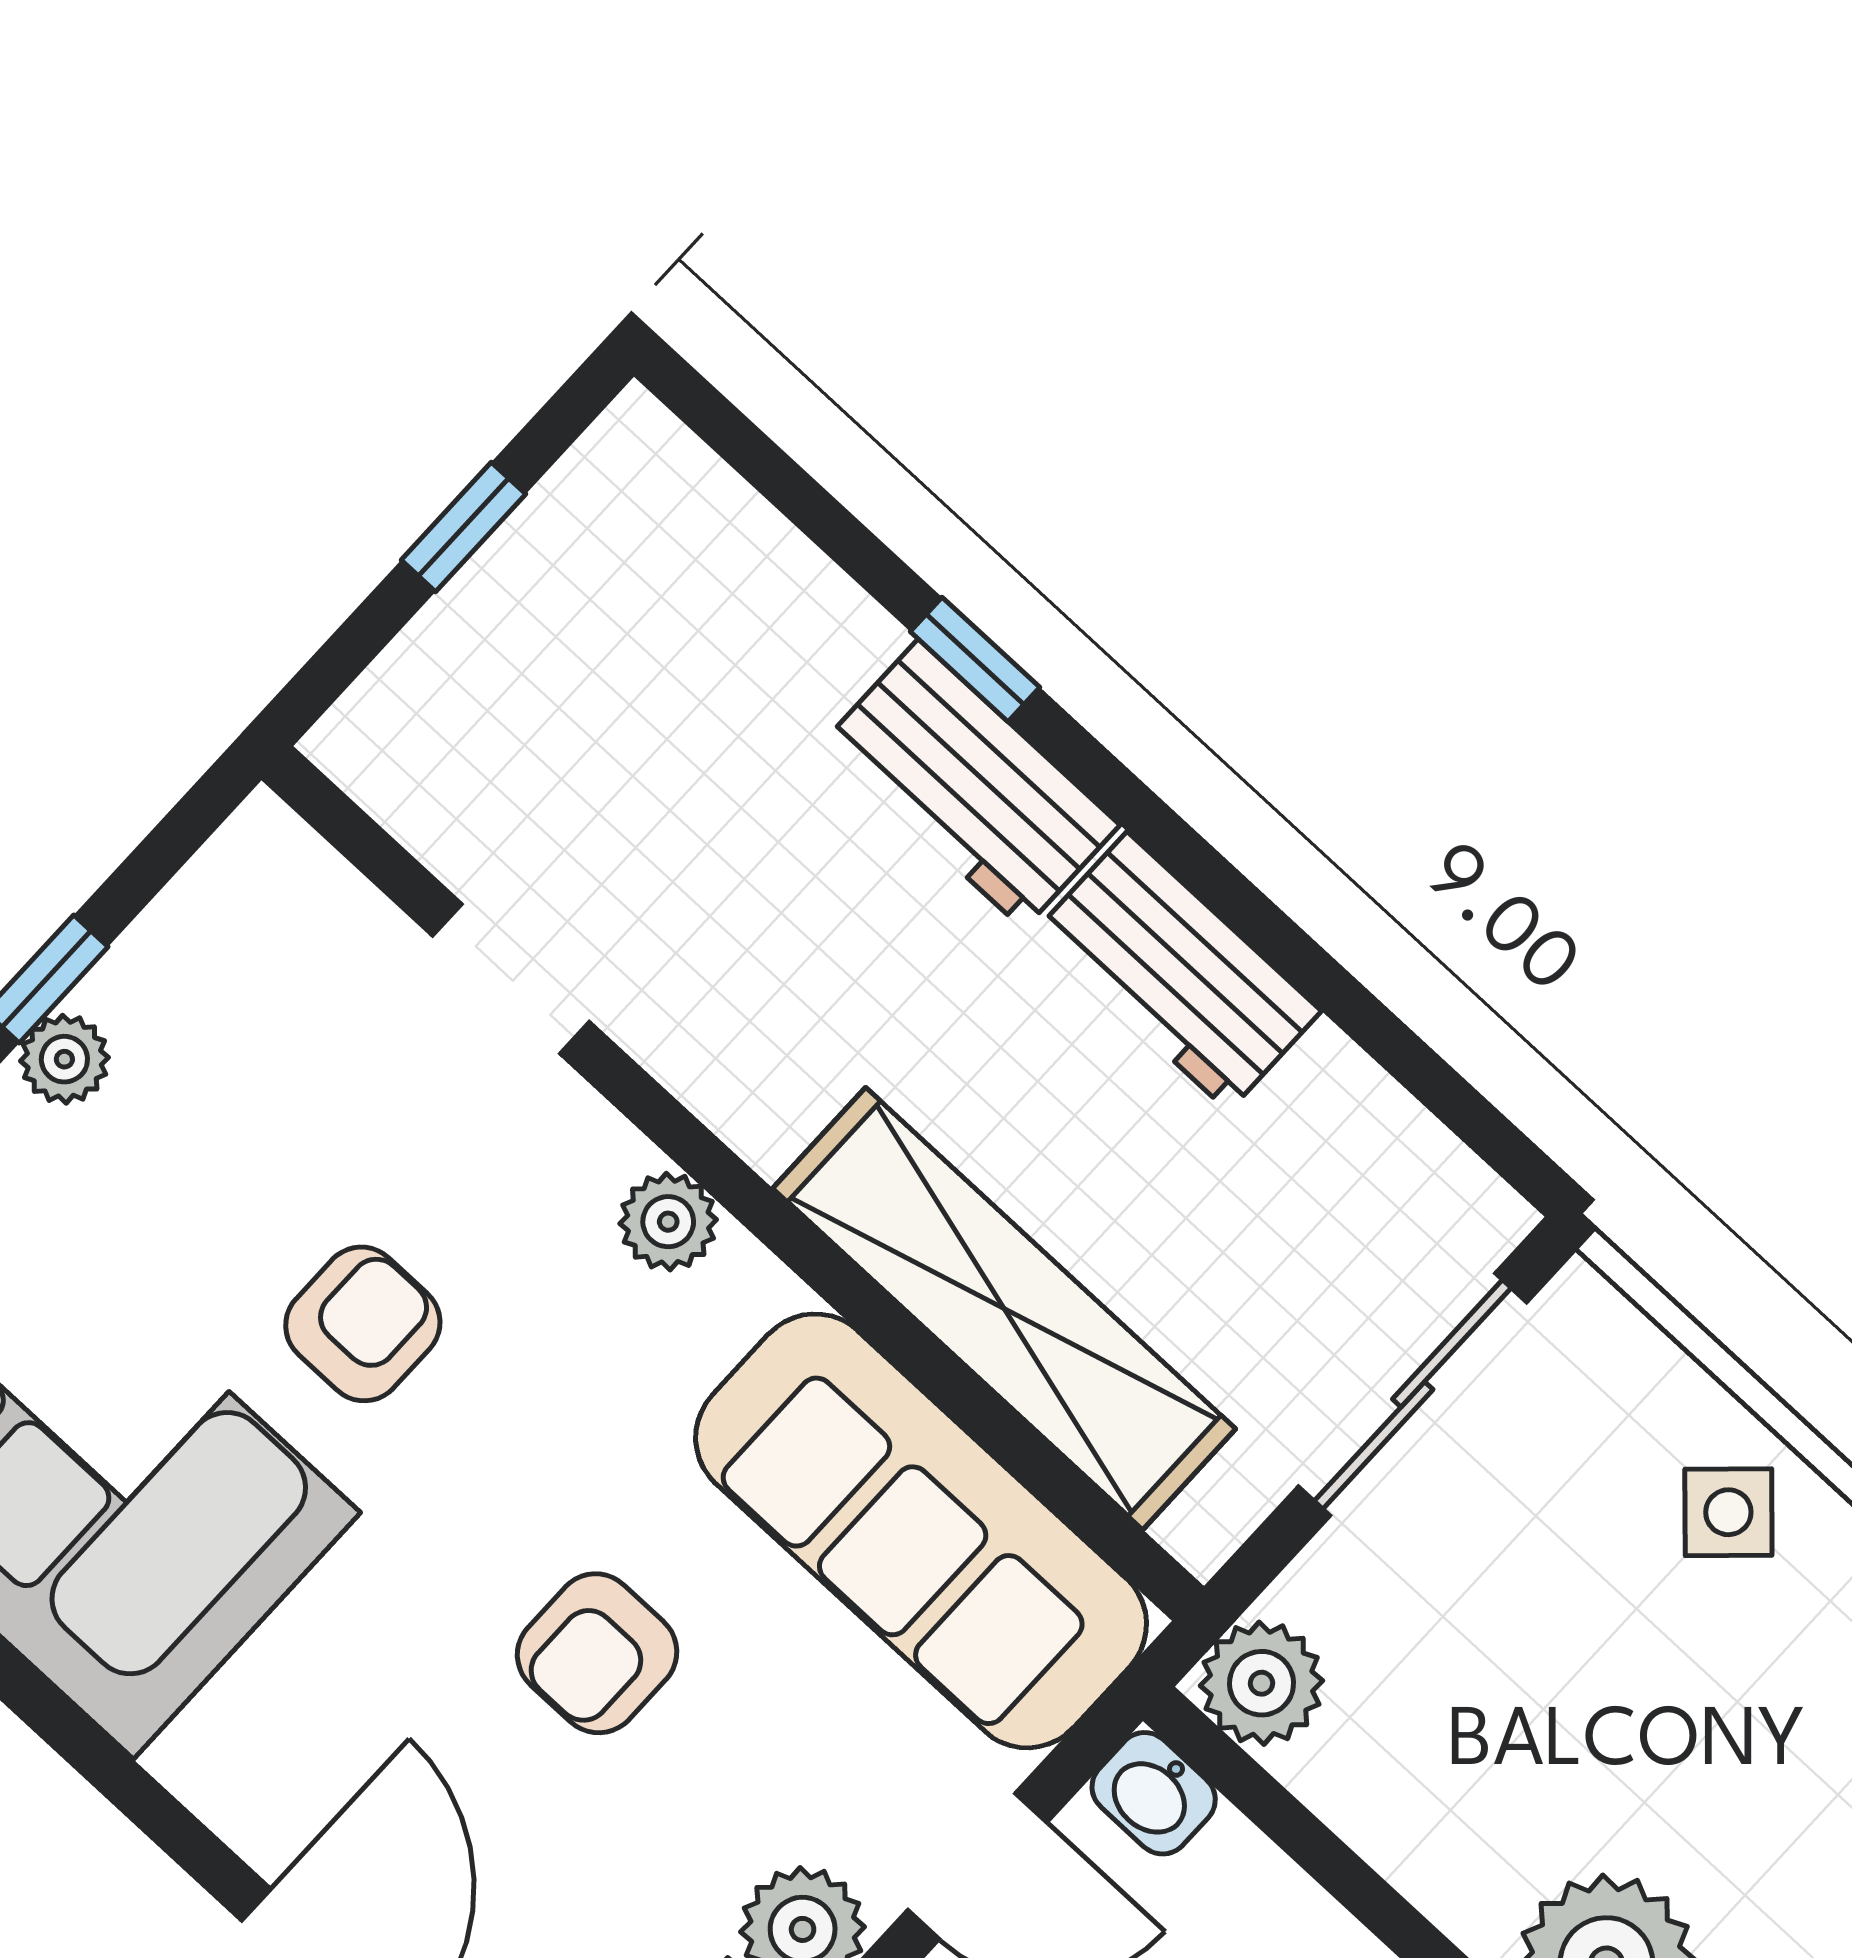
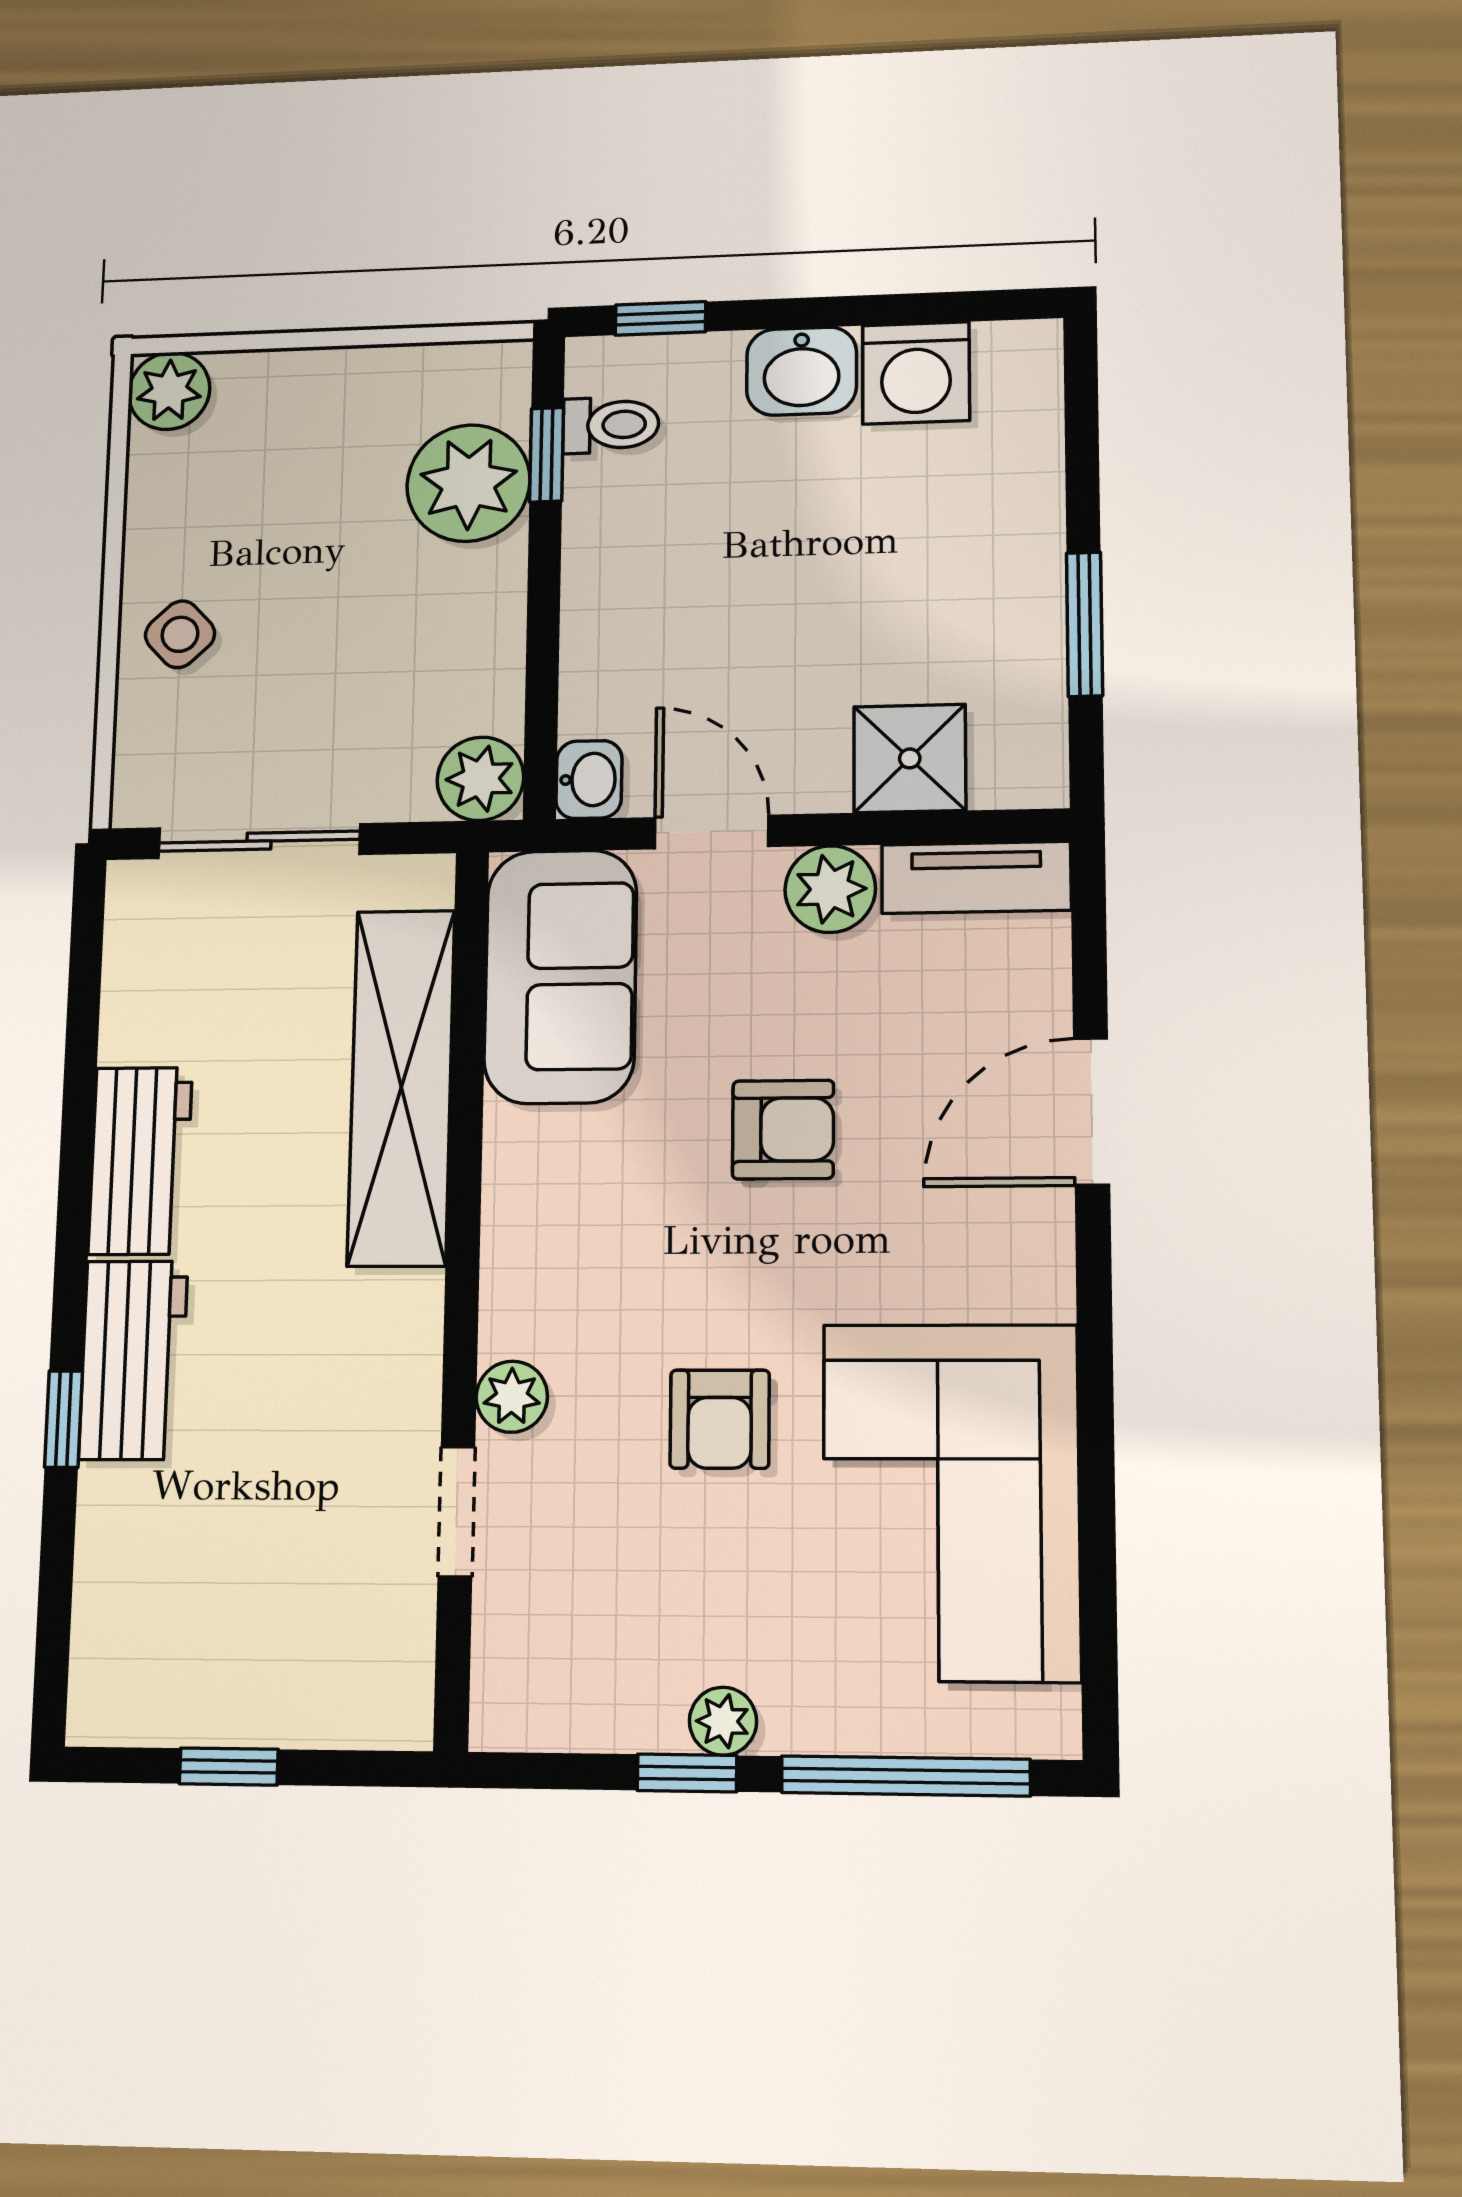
plant: (668, 1222) -> (512, 1397), moved
armchair: (363, 1324) -> (720, 1419), turned -90
sofa: (921, 1531) -> (560, 976), width x0.73

